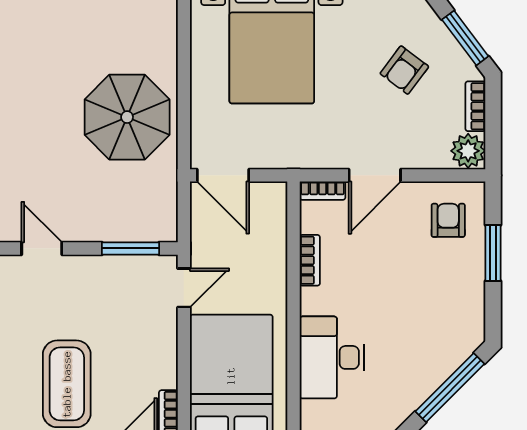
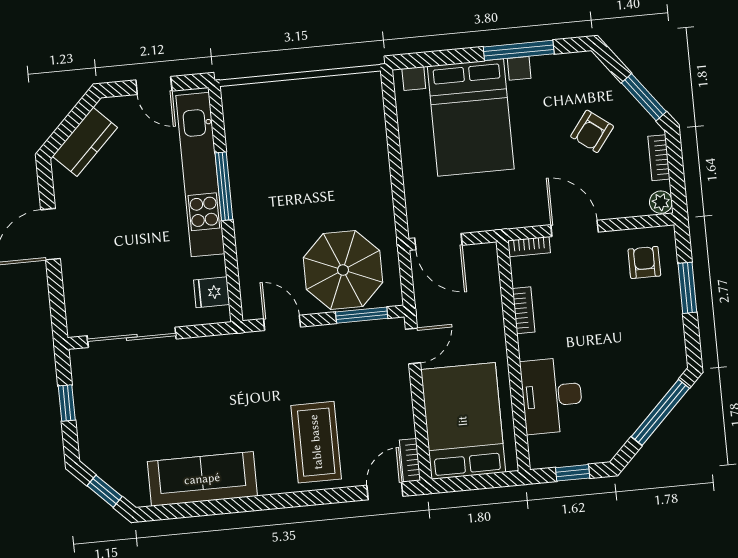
parasol: (127, 117) -> (343, 270), moved
plant: (468, 151) -> (661, 202), width x0.73, depth x0.73
door: (375, 175) -> (575, 228), swing flipped

